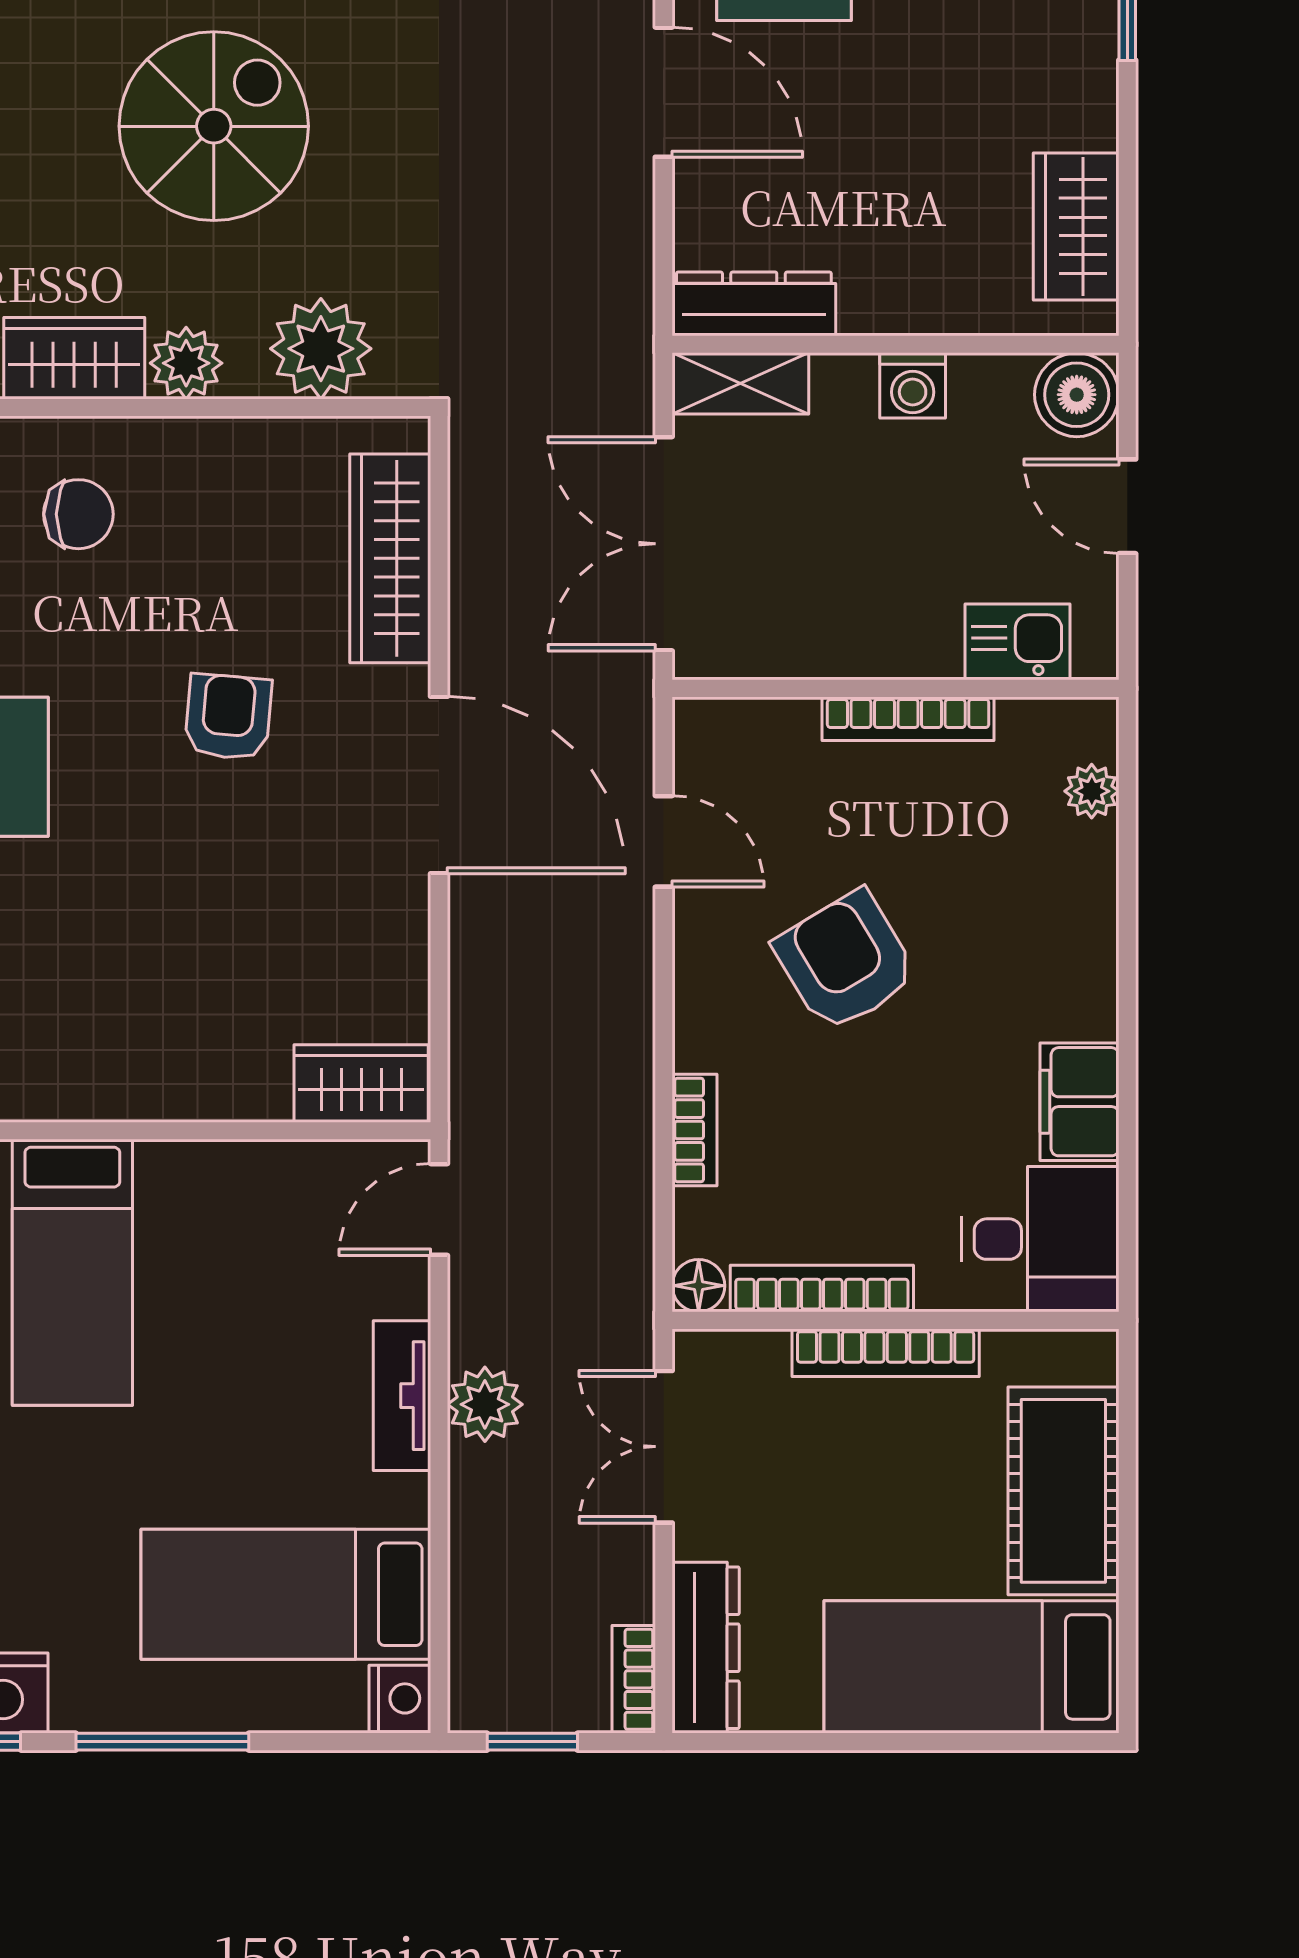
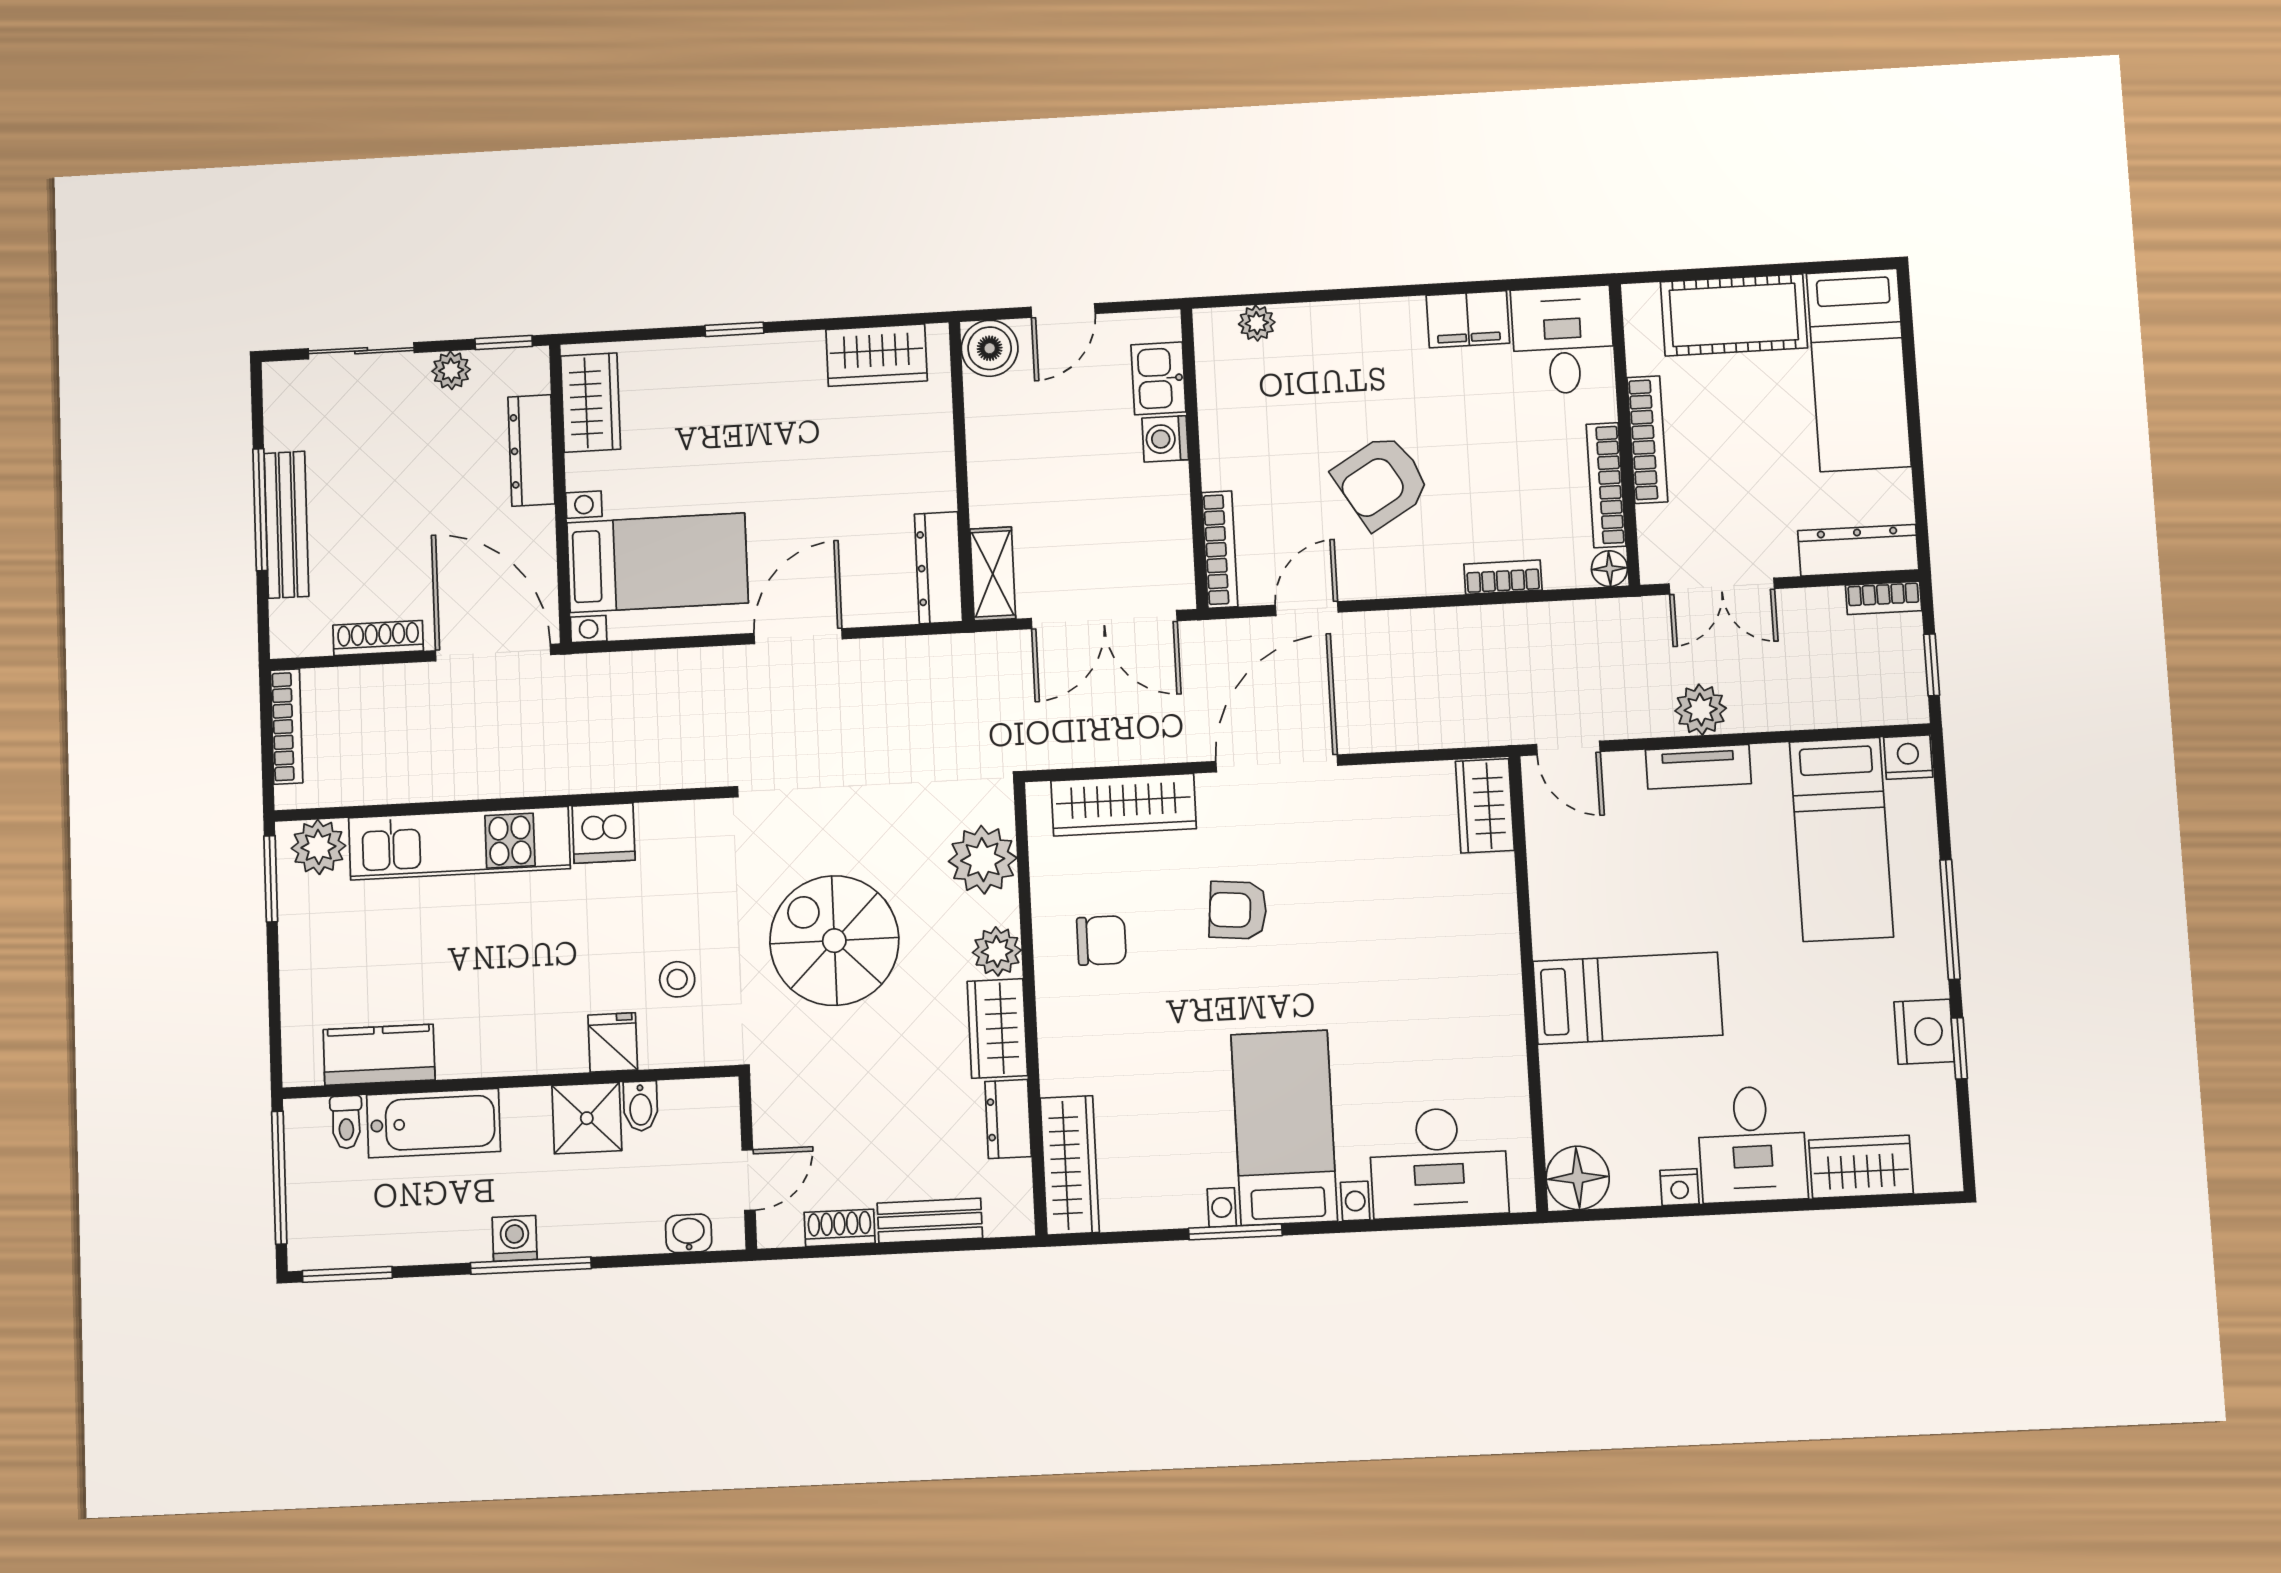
washing machine: (913, 385) -> (1165, 439), moved, turned 180
chair: (78, 514) -> (1101, 940), moved, turned 90
bookcase: (908, 719) -> (1220, 549), moved

